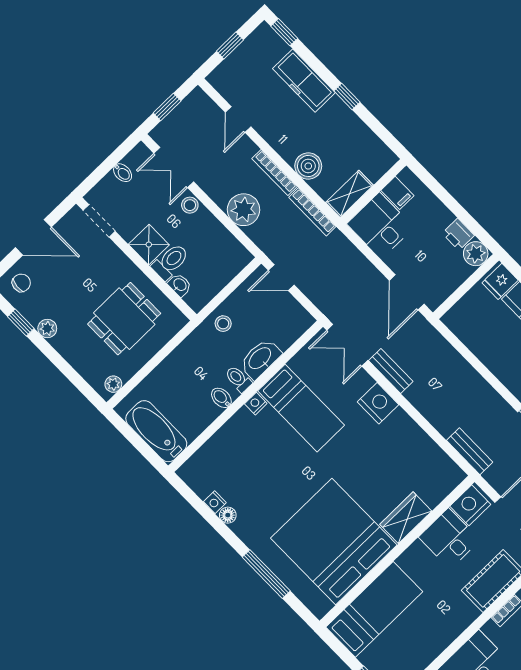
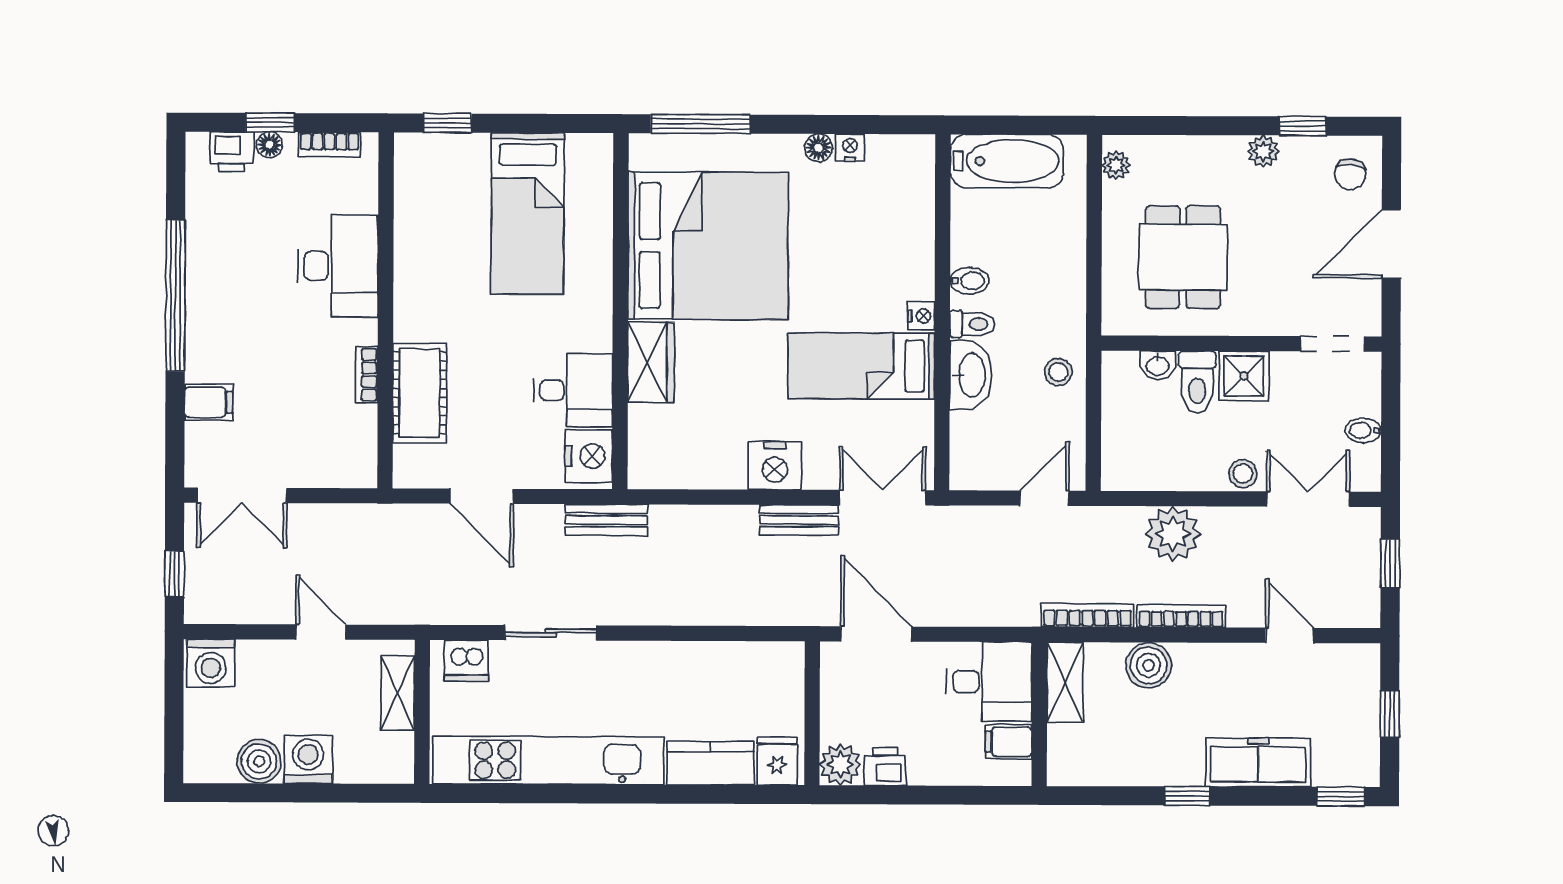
nightstand: (470, 505) -> (589, 456), moved
wardrobe: (406, 518) -> (651, 362), moved
desk: (449, 539) -> (573, 390), moved
bed: (334, 542) -> (708, 246), moved
wall: (397, 551) -> (620, 311), moved

